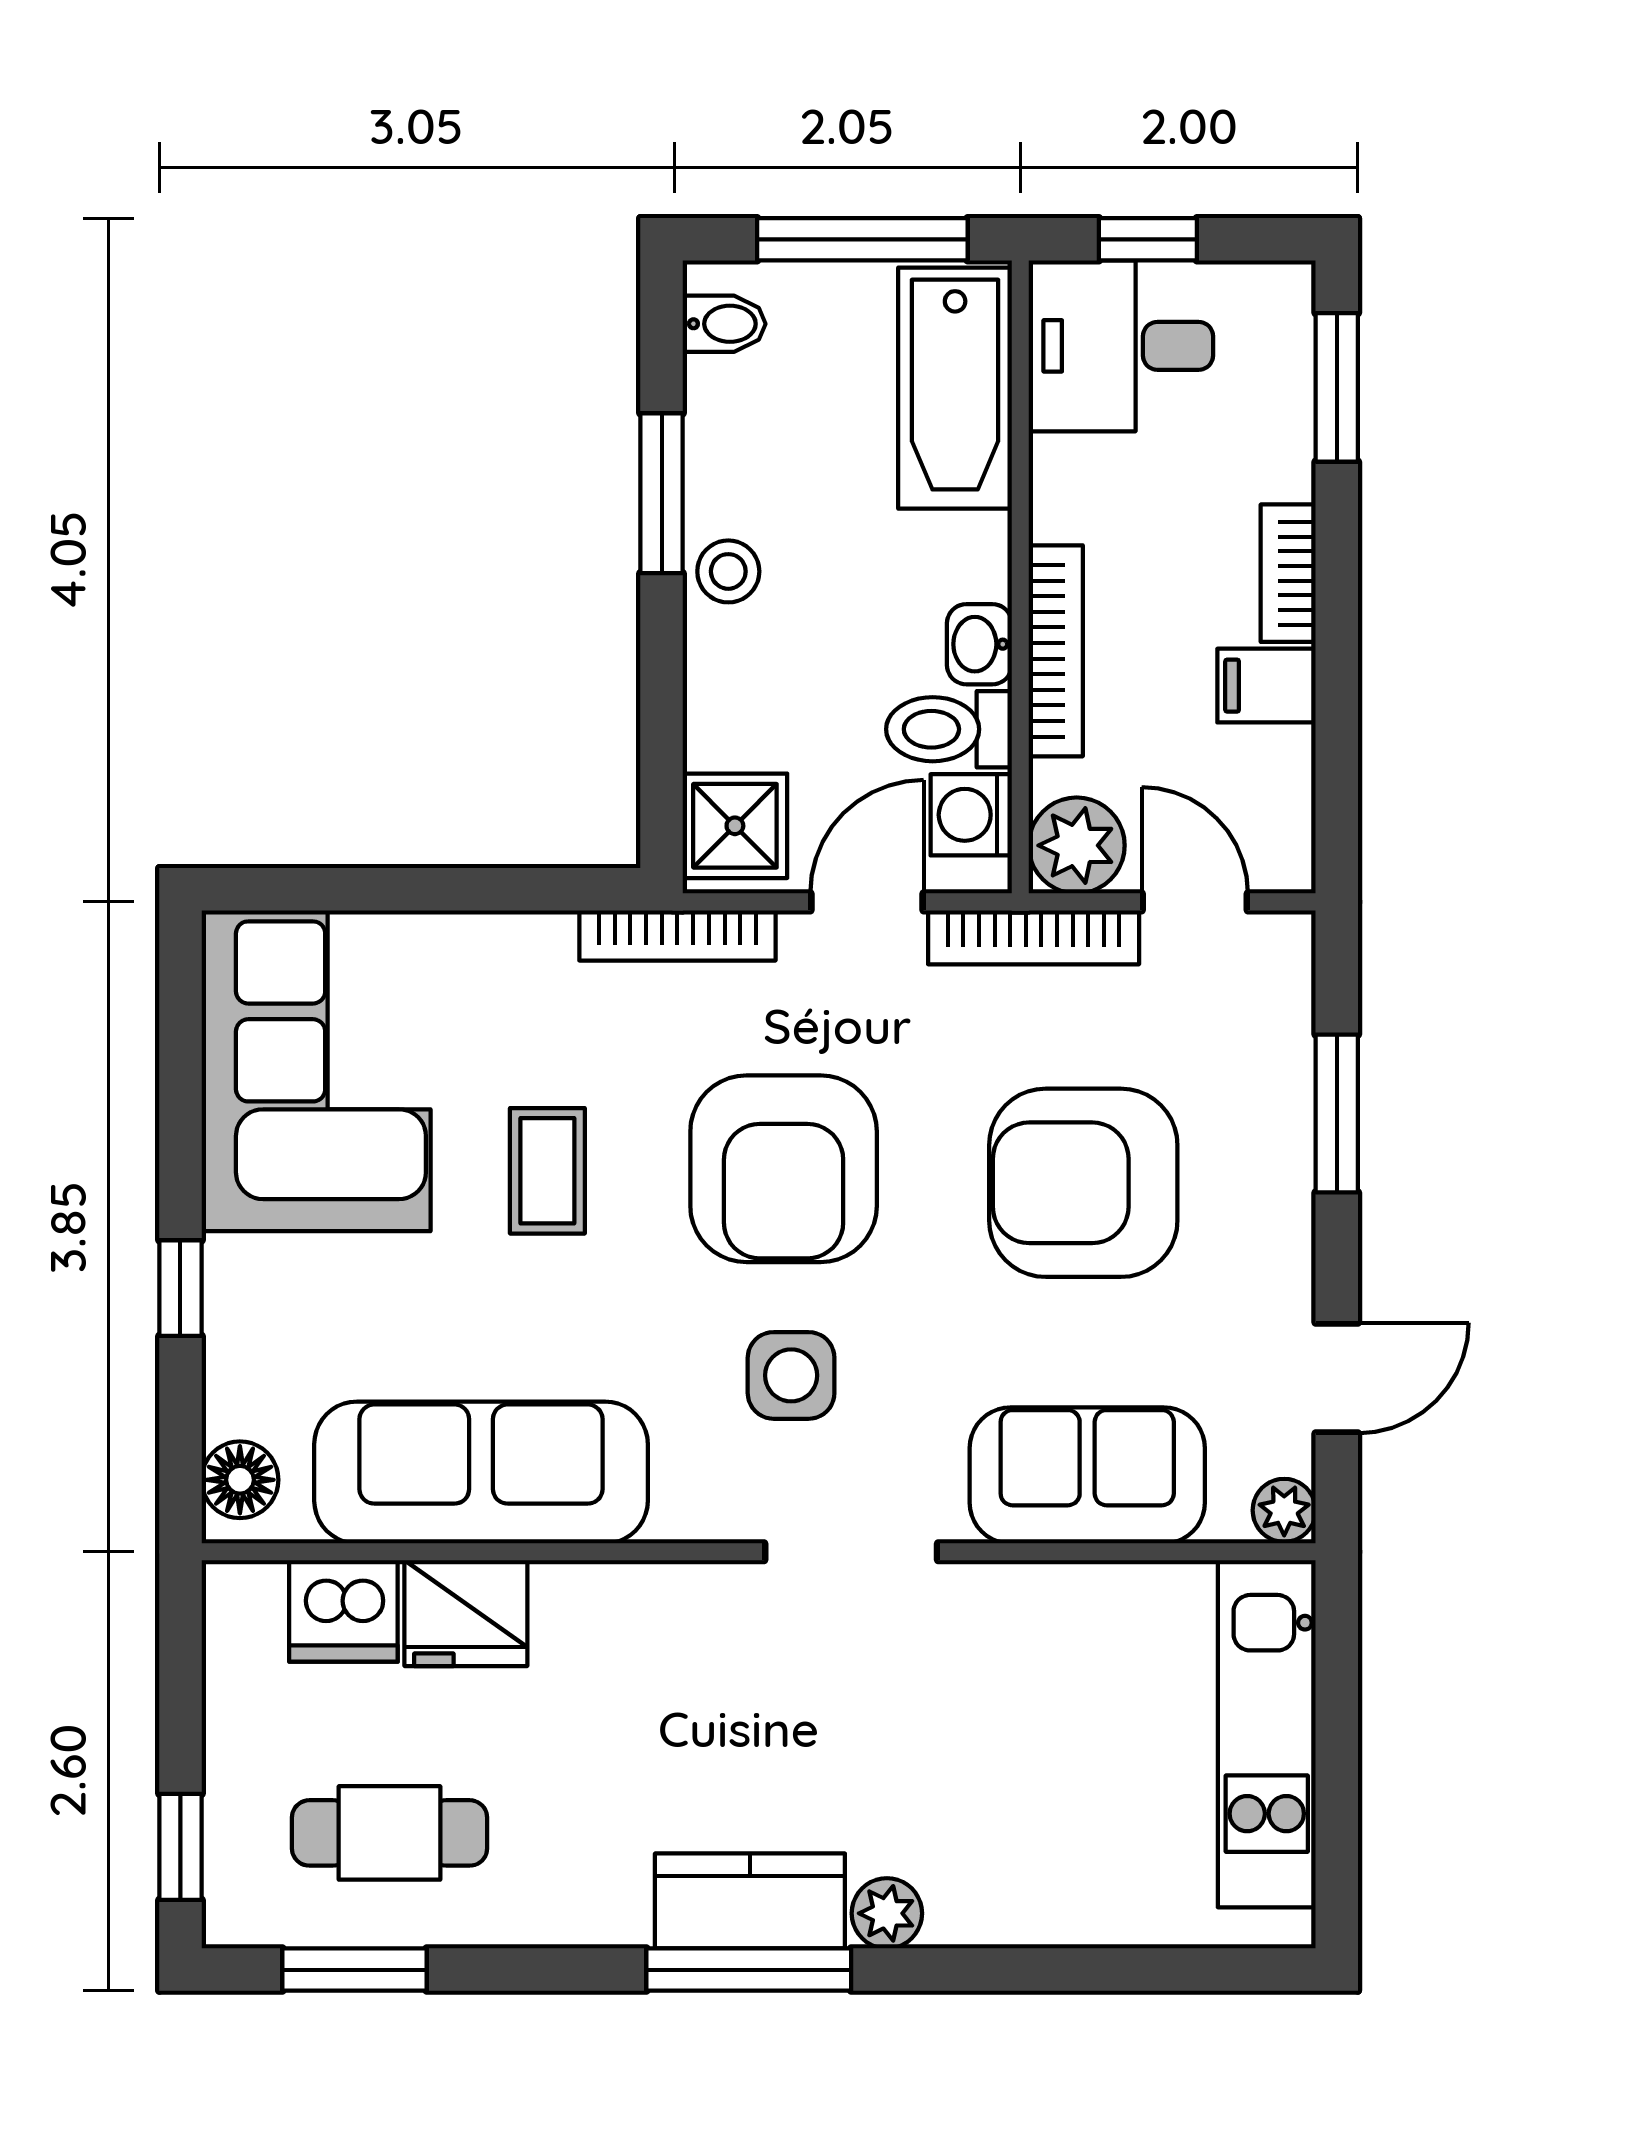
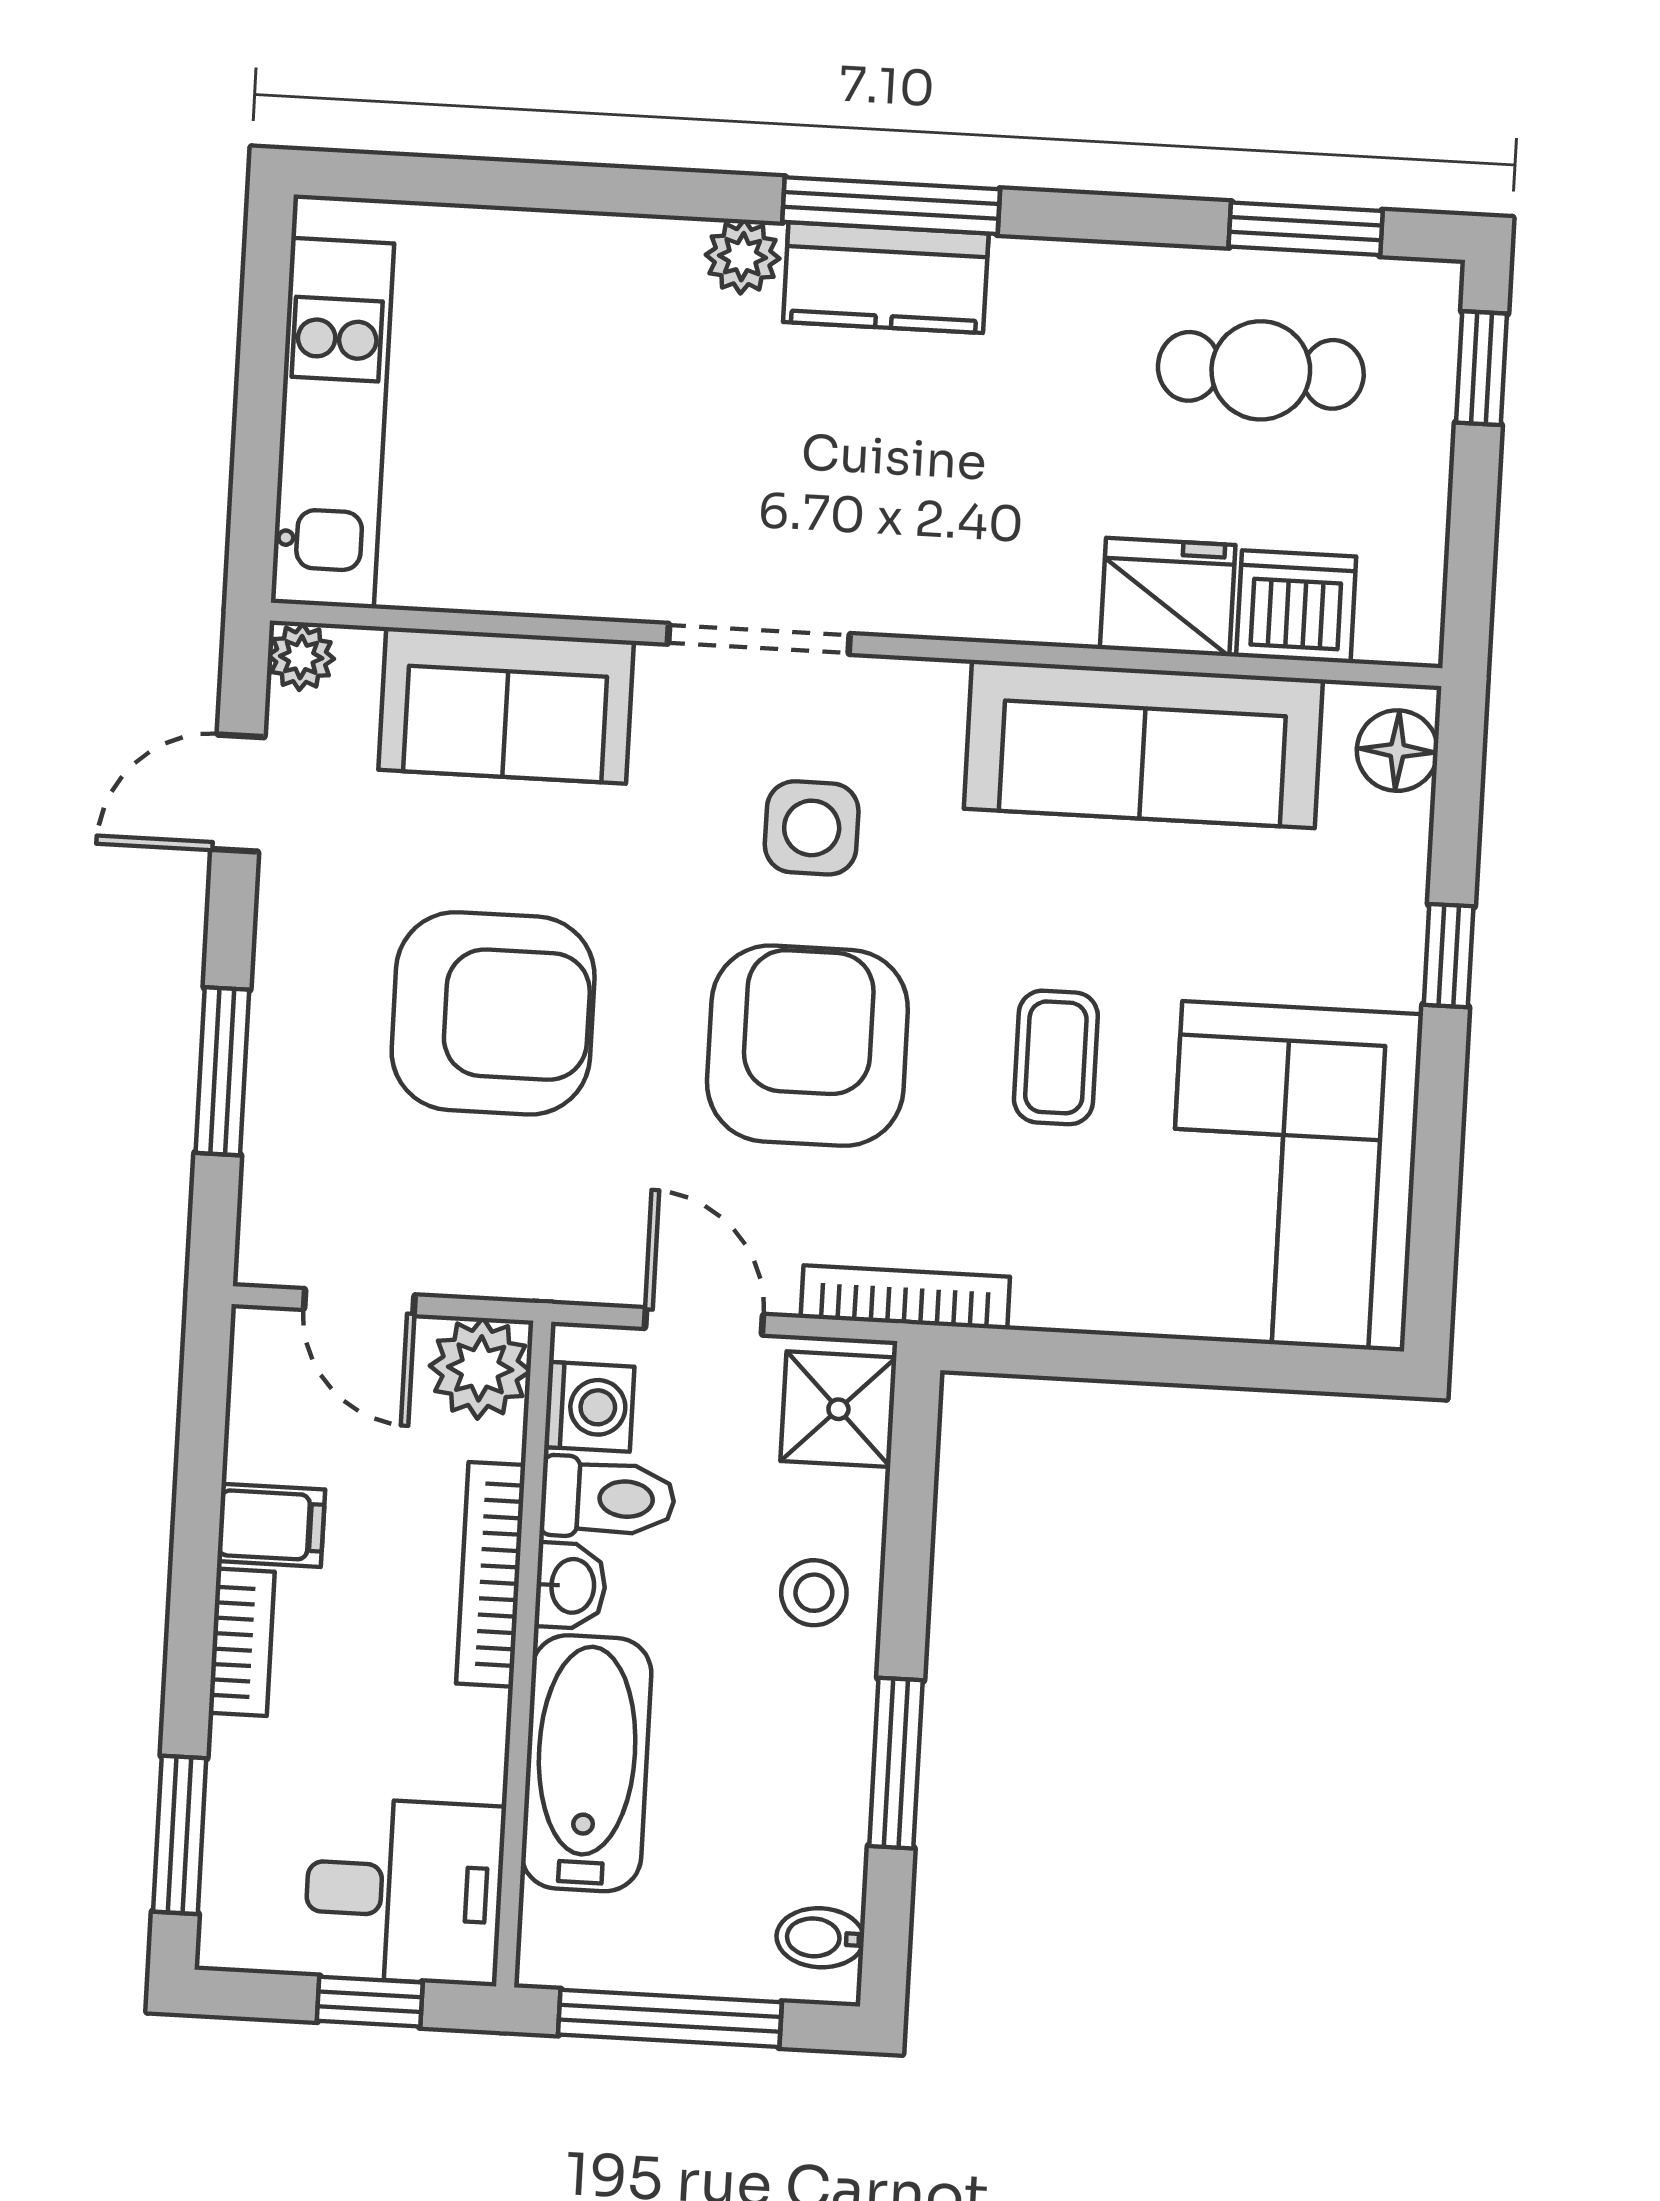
bathtub: (955, 388) -> (586, 1763), moved
stool: (728, 571) -> (814, 1593), moved
door: (867, 902) -> (704, 1321), swing flipped
bookcase: (1034, 937) -> (531, 1274), removed

